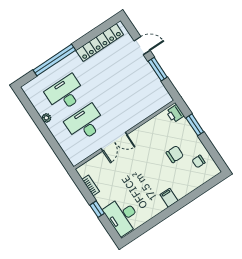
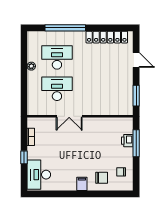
window: (158, 69) -> (136, 96), moved
printer: (175, 114) -> (127, 141), moved
window: (195, 125) -> (136, 143), width x1.44
chair: (175, 154) -> (102, 178), moved

